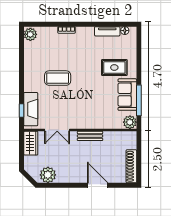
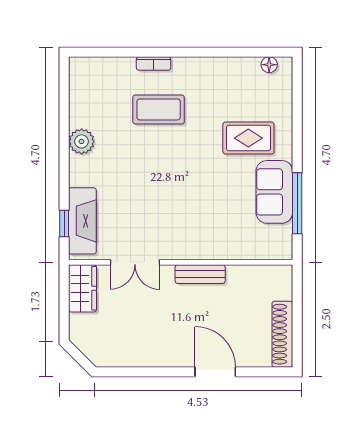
tv unit: (107, 31) -> (234, 66), removed
plant: (30, 34) -> (82, 141), moved
coffee table: (58, 78) -> (159, 109), moved
plant: (130, 122) -> (279, 247), removed
plant: (48, 175) -> (116, 351), removed

